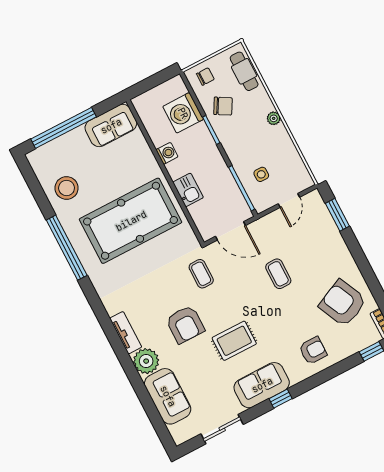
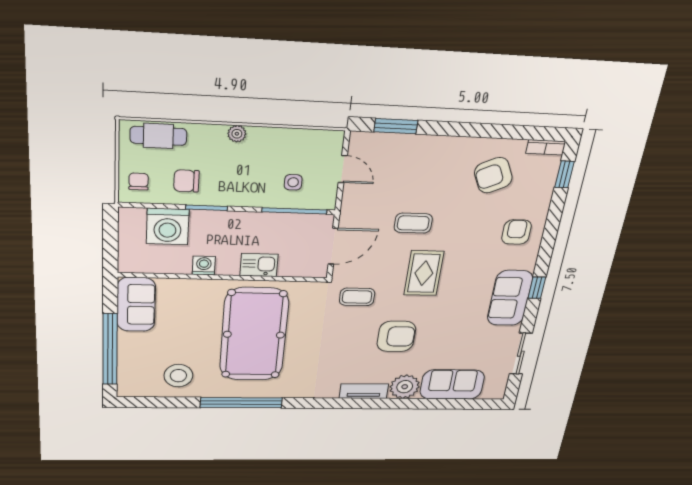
chair: (223, 106) -> (186, 181), turned -120
armchair: (343, 303) -> (493, 175), width x0.73, depth x0.73
rug: (234, 341) -> (424, 273), moved

